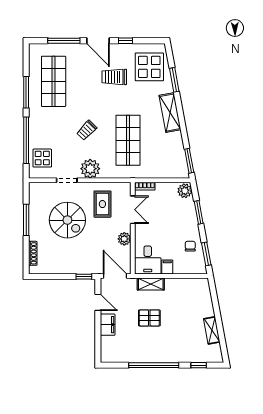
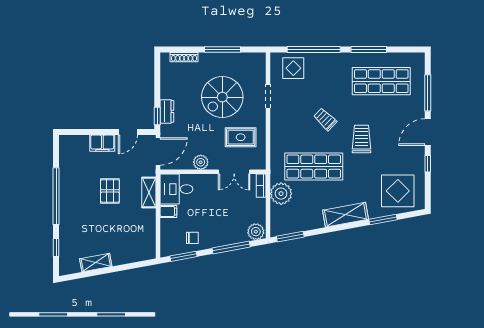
trolley: (114, 77) -> (362, 139), moved
plant: (90, 169) -> (281, 194), moved
window: (199, 212) -> (231, 247), width x1.44
dresser: (80, 268) -> (167, 111), added

